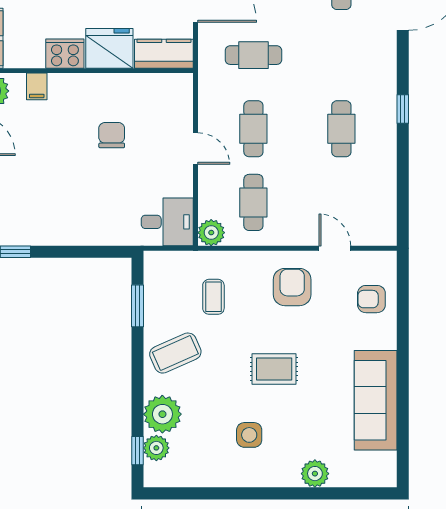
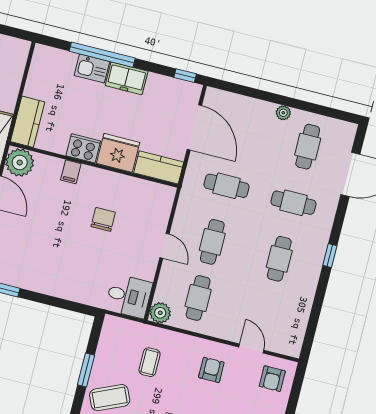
cafe table: (341, 55) -> (293, 203), added
filing cabinet: (37, 86) -> (71, 172), moved
armchair: (292, 287) -> (211, 370), width x0.72, depth x0.72
armchair: (371, 299) -> (272, 379), moved, turned -90
window: (138, 306) -> (86, 370), moved

